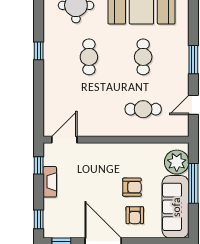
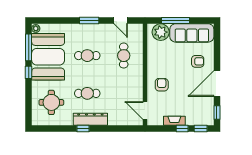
dresser: (52, 61) -> (90, 119), added
window: (39, 165) -> (182, 128), moved
armchair: (132, 187) -> (162, 85), moved

